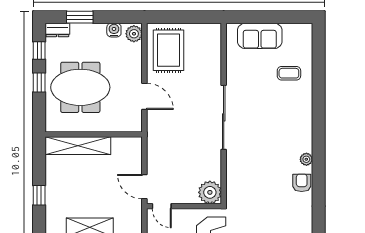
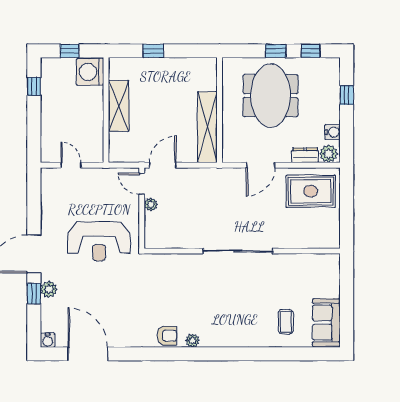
window: (80, 17) -> (347, 95), width x0.67
dresser: (57, 30) -> (305, 155), moved, turned 90
sofa: (260, 36) -> (326, 323), moved
shelving: (78, 146) -> (207, 127), moved
plant: (210, 192) -> (151, 204), moved, width x0.53, depth x0.53
door: (162, 206) -> (142, 184), hinge flipped

